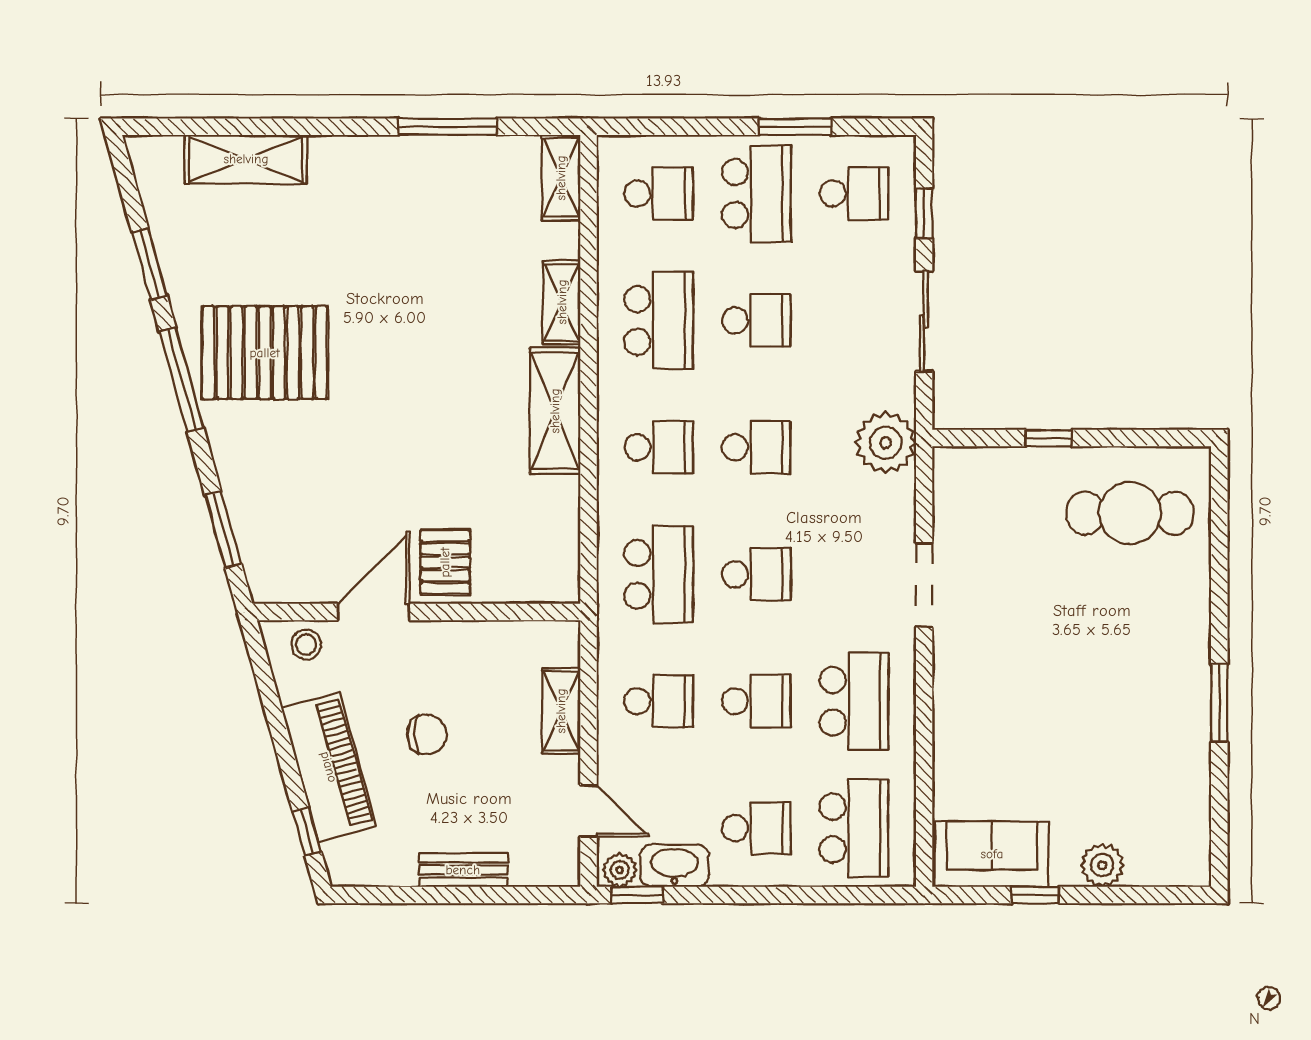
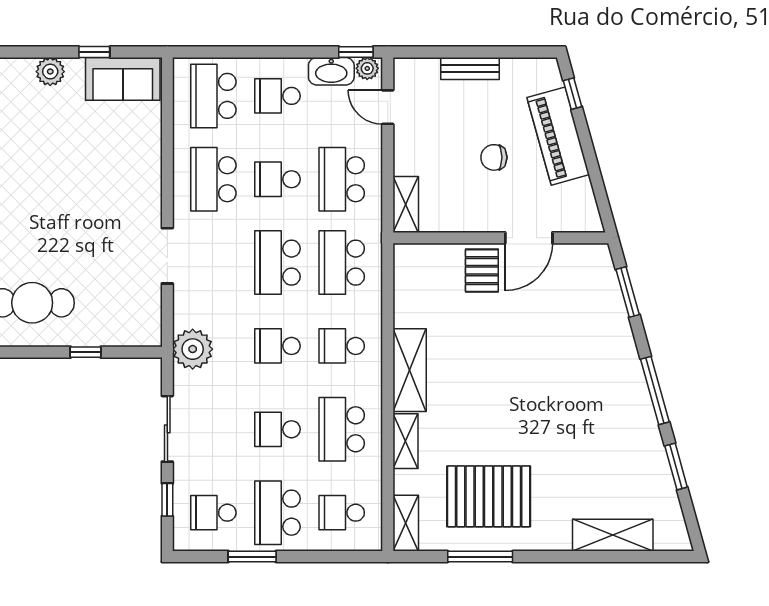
pallet: (265, 353) -> (489, 496), moved
school desk: (756, 574) -> (278, 263), width x1.85
stool: (306, 645) -> (573, 216), removed
school desk: (659, 701) -> (342, 179), width x1.85
shelving: (561, 711) -> (406, 204), moved

